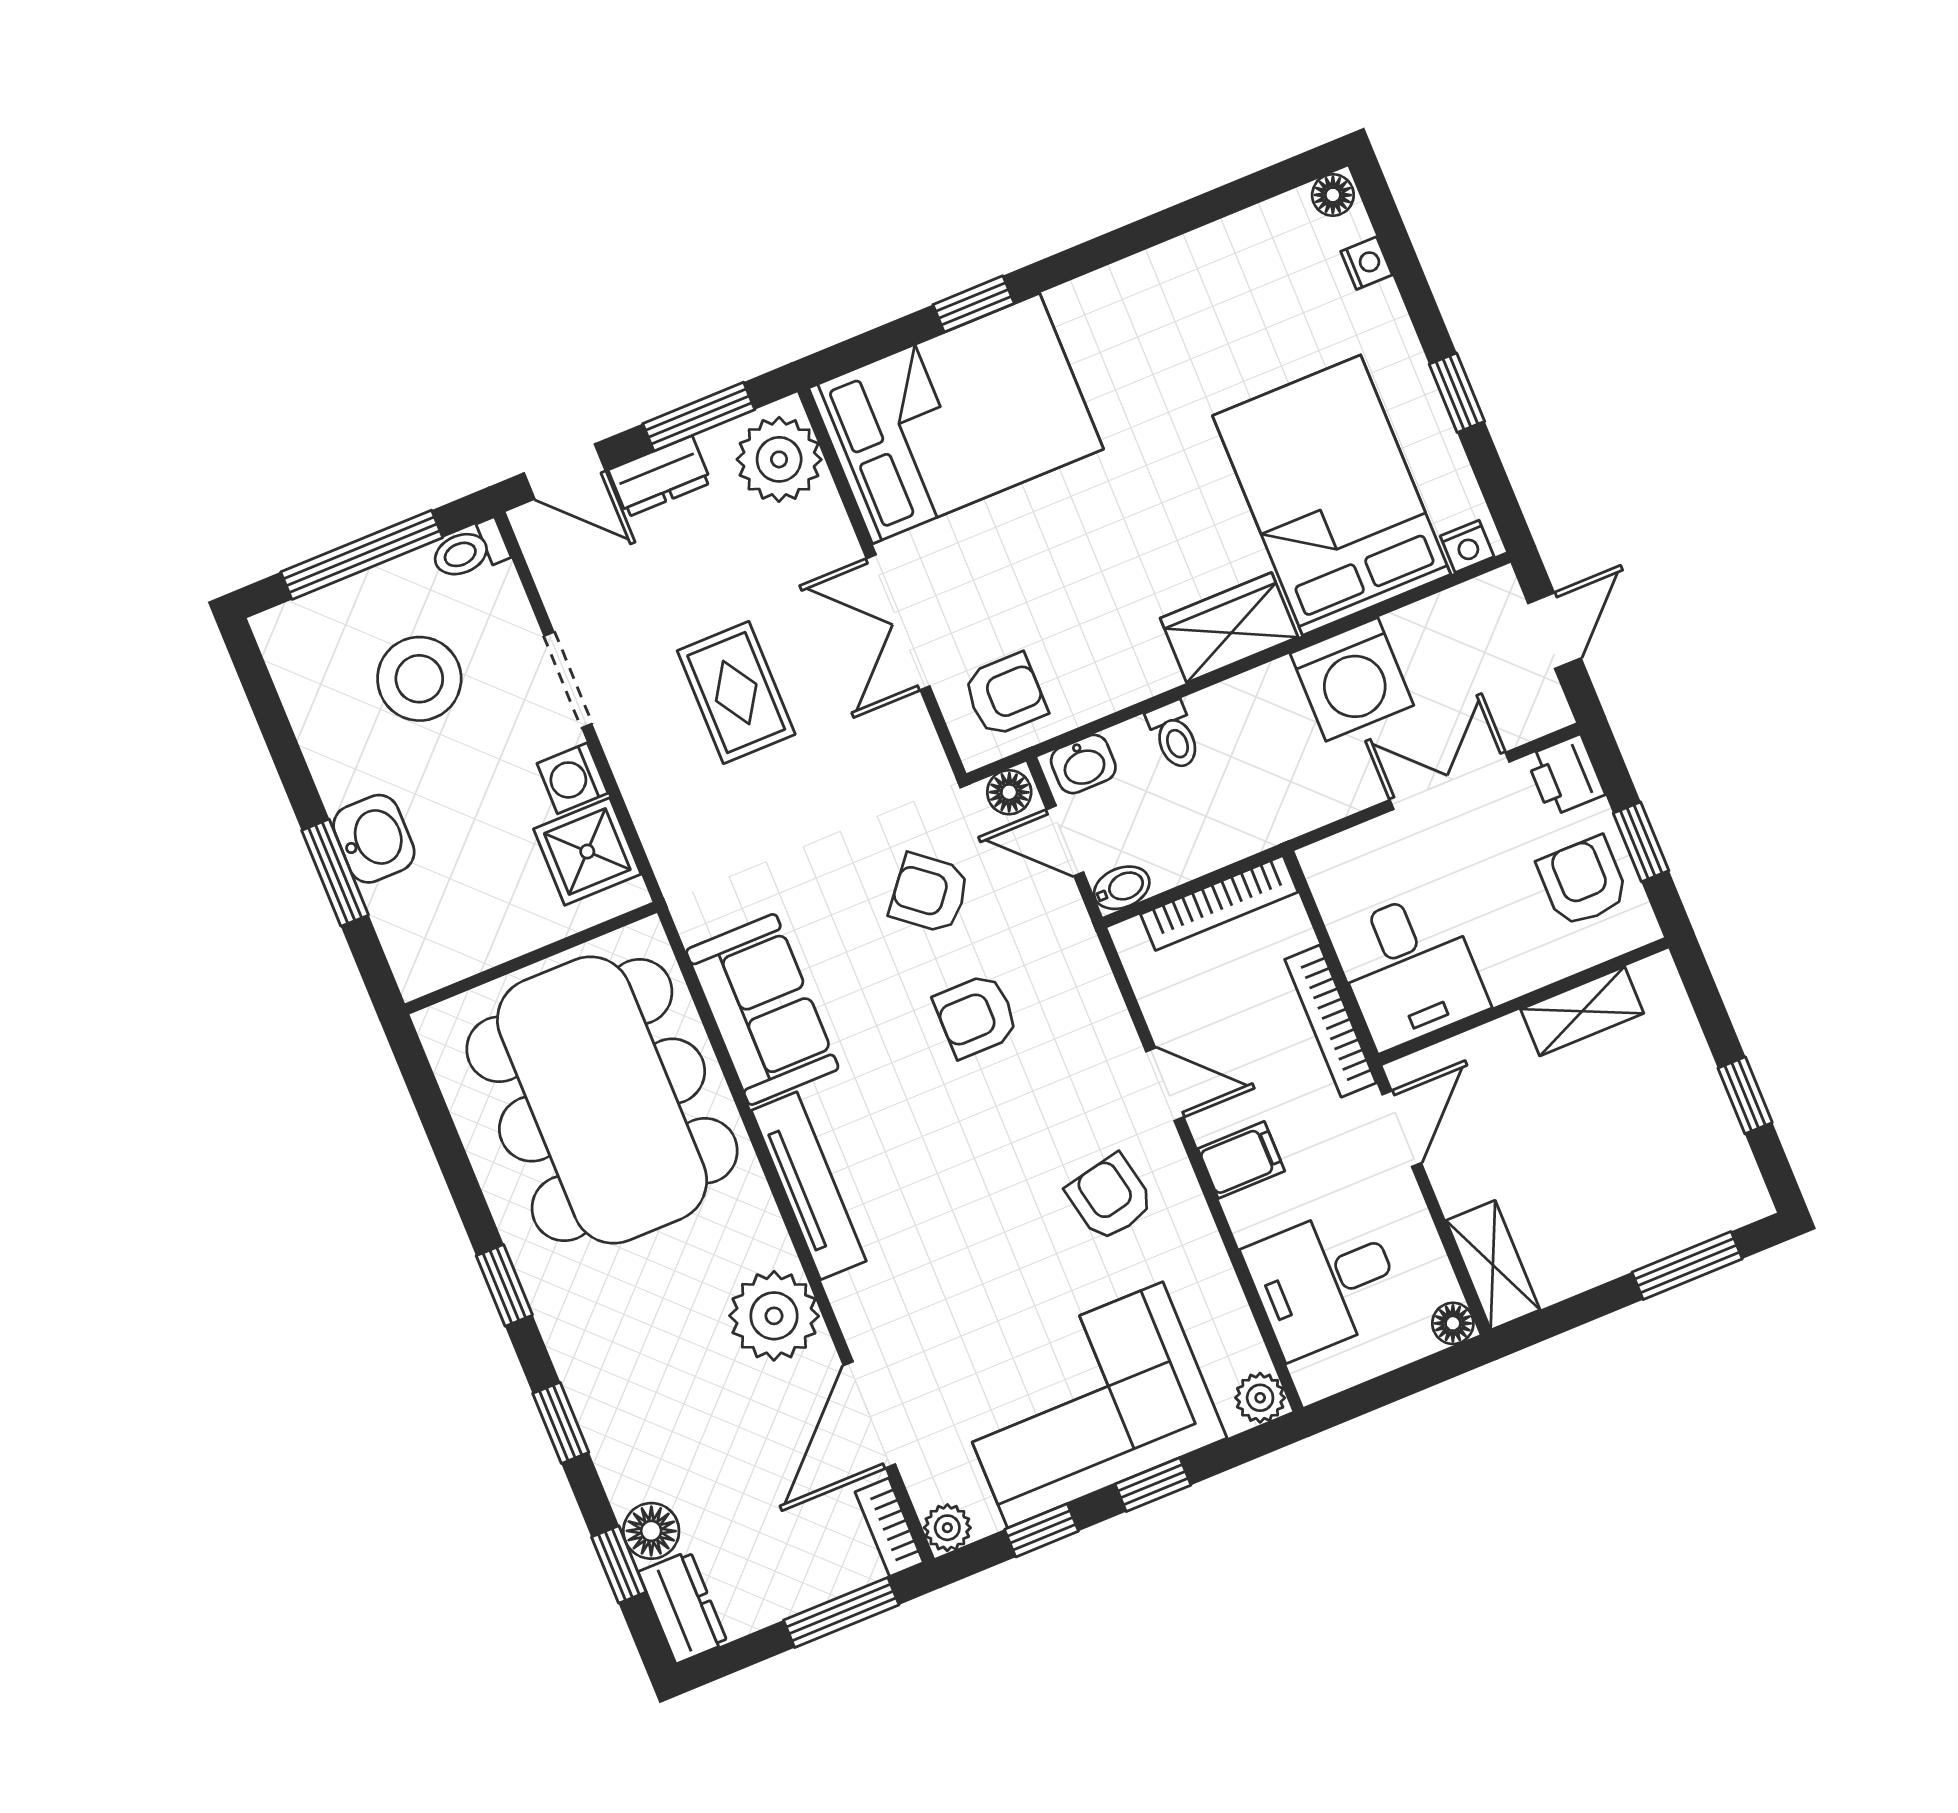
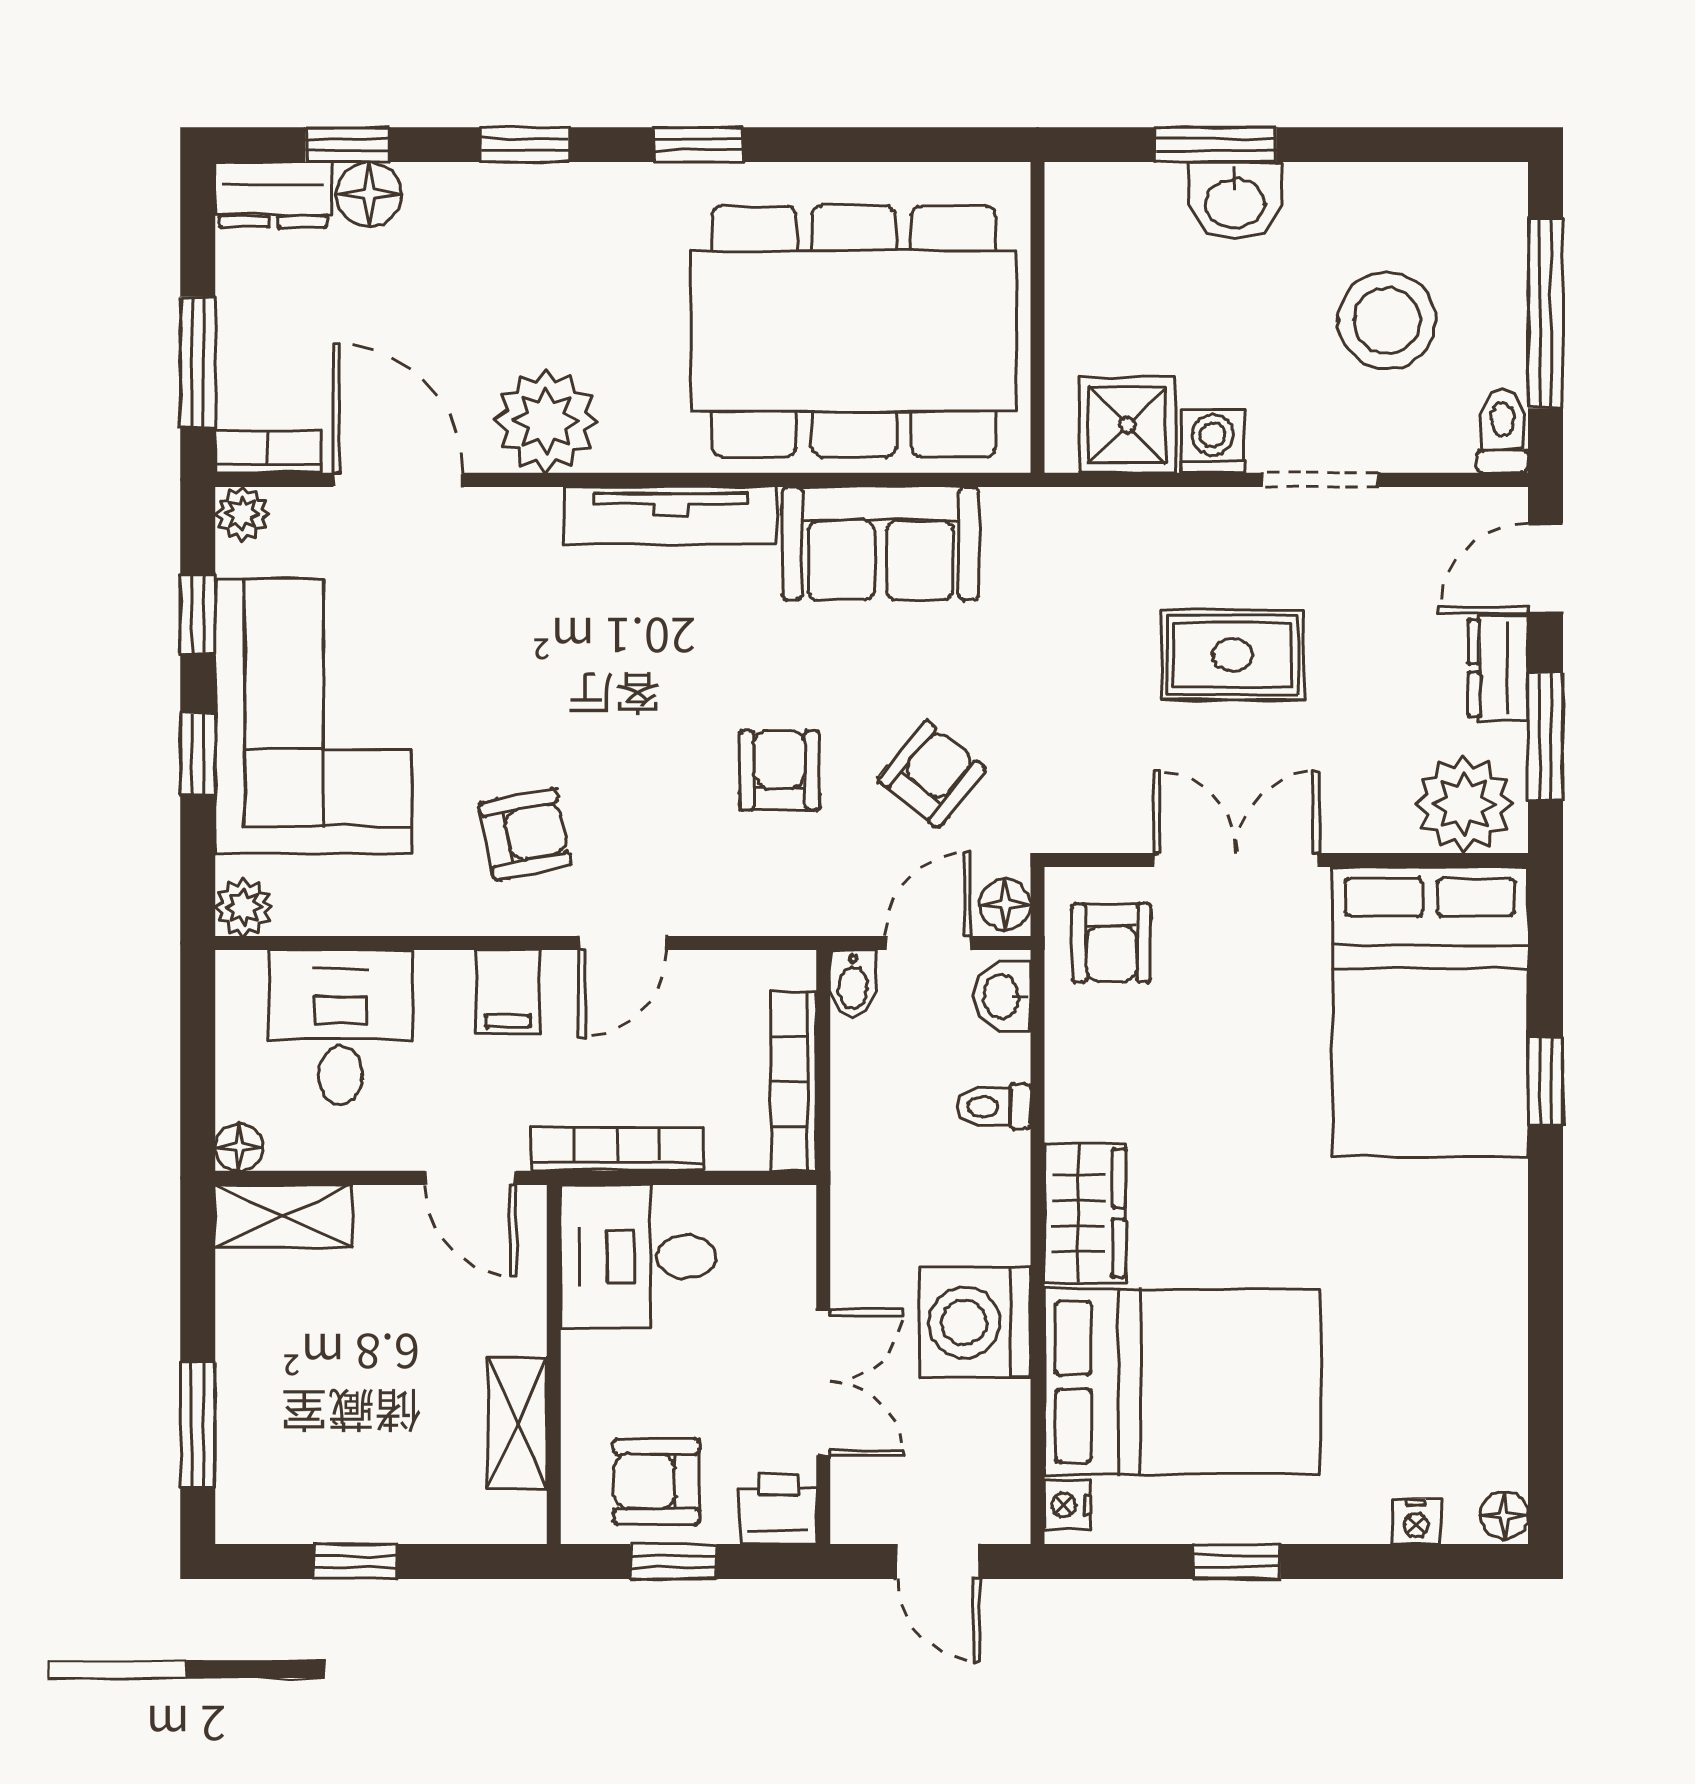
armchair: (1583, 881) -> (656, 1481), turned 180

